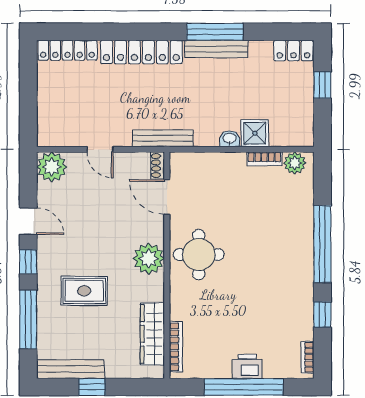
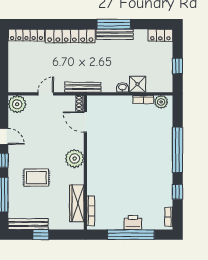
window: (322, 85) -> (178, 66), moved
door: (100, 149) -> (46, 94), swing flipped
round table: (199, 255) -> (104, 156), removed

